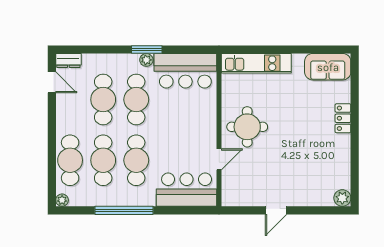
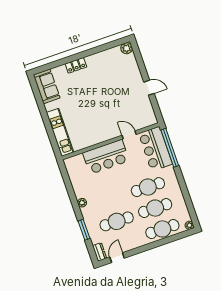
window: (147, 49) -> (84, 230), moved
bar counter: (185, 71) -> (106, 157), moved, turned 90
cafe table: (136, 100) -> (109, 200), removed
round table: (247, 127) -> (102, 124), removed
window: (124, 210) -> (170, 148), moved

